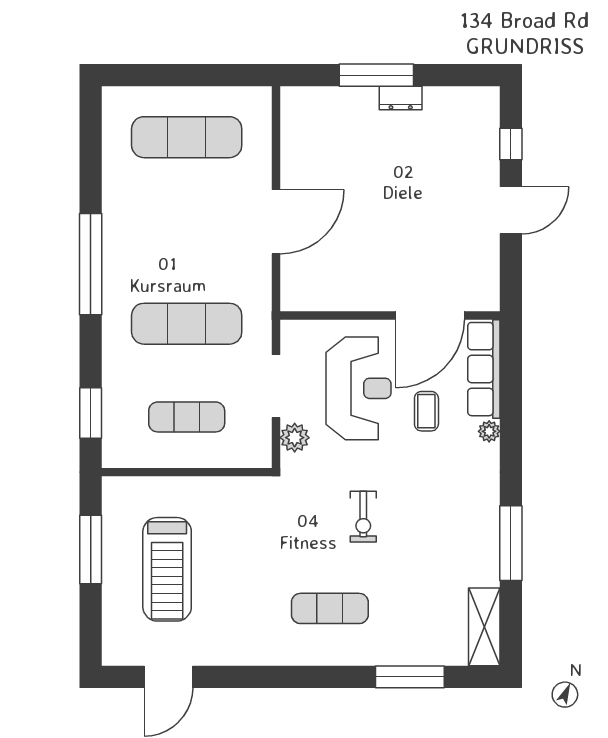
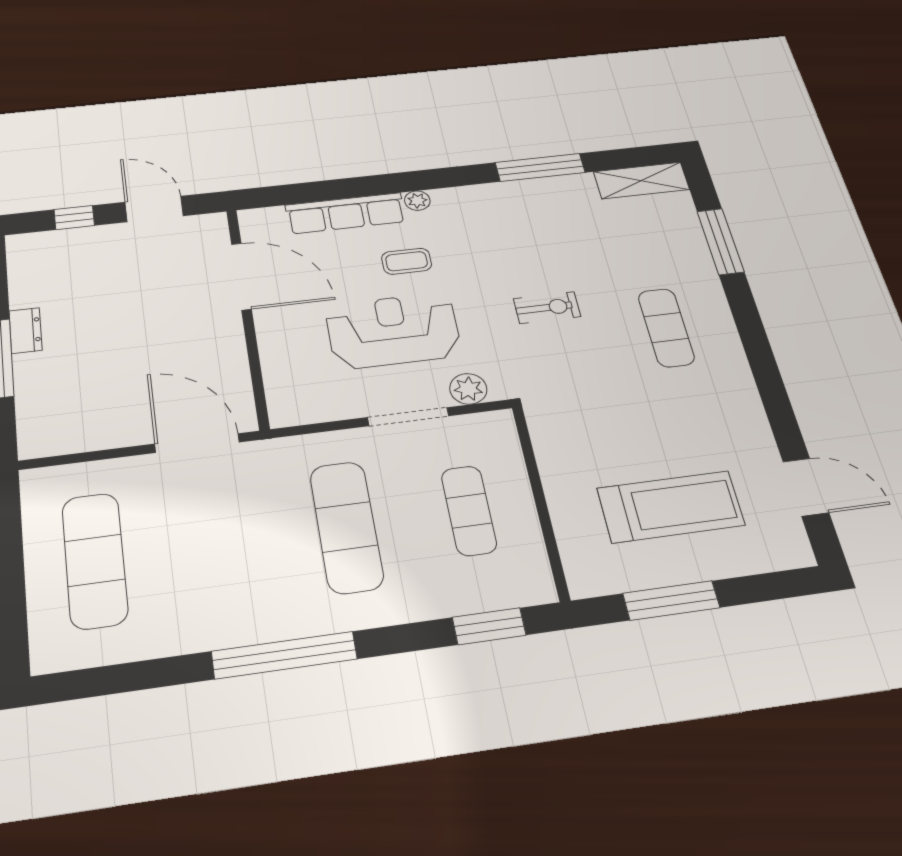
wall: (390, 316) -> (247, 316), moved
door: (430, 316) -> (241, 276), moved

